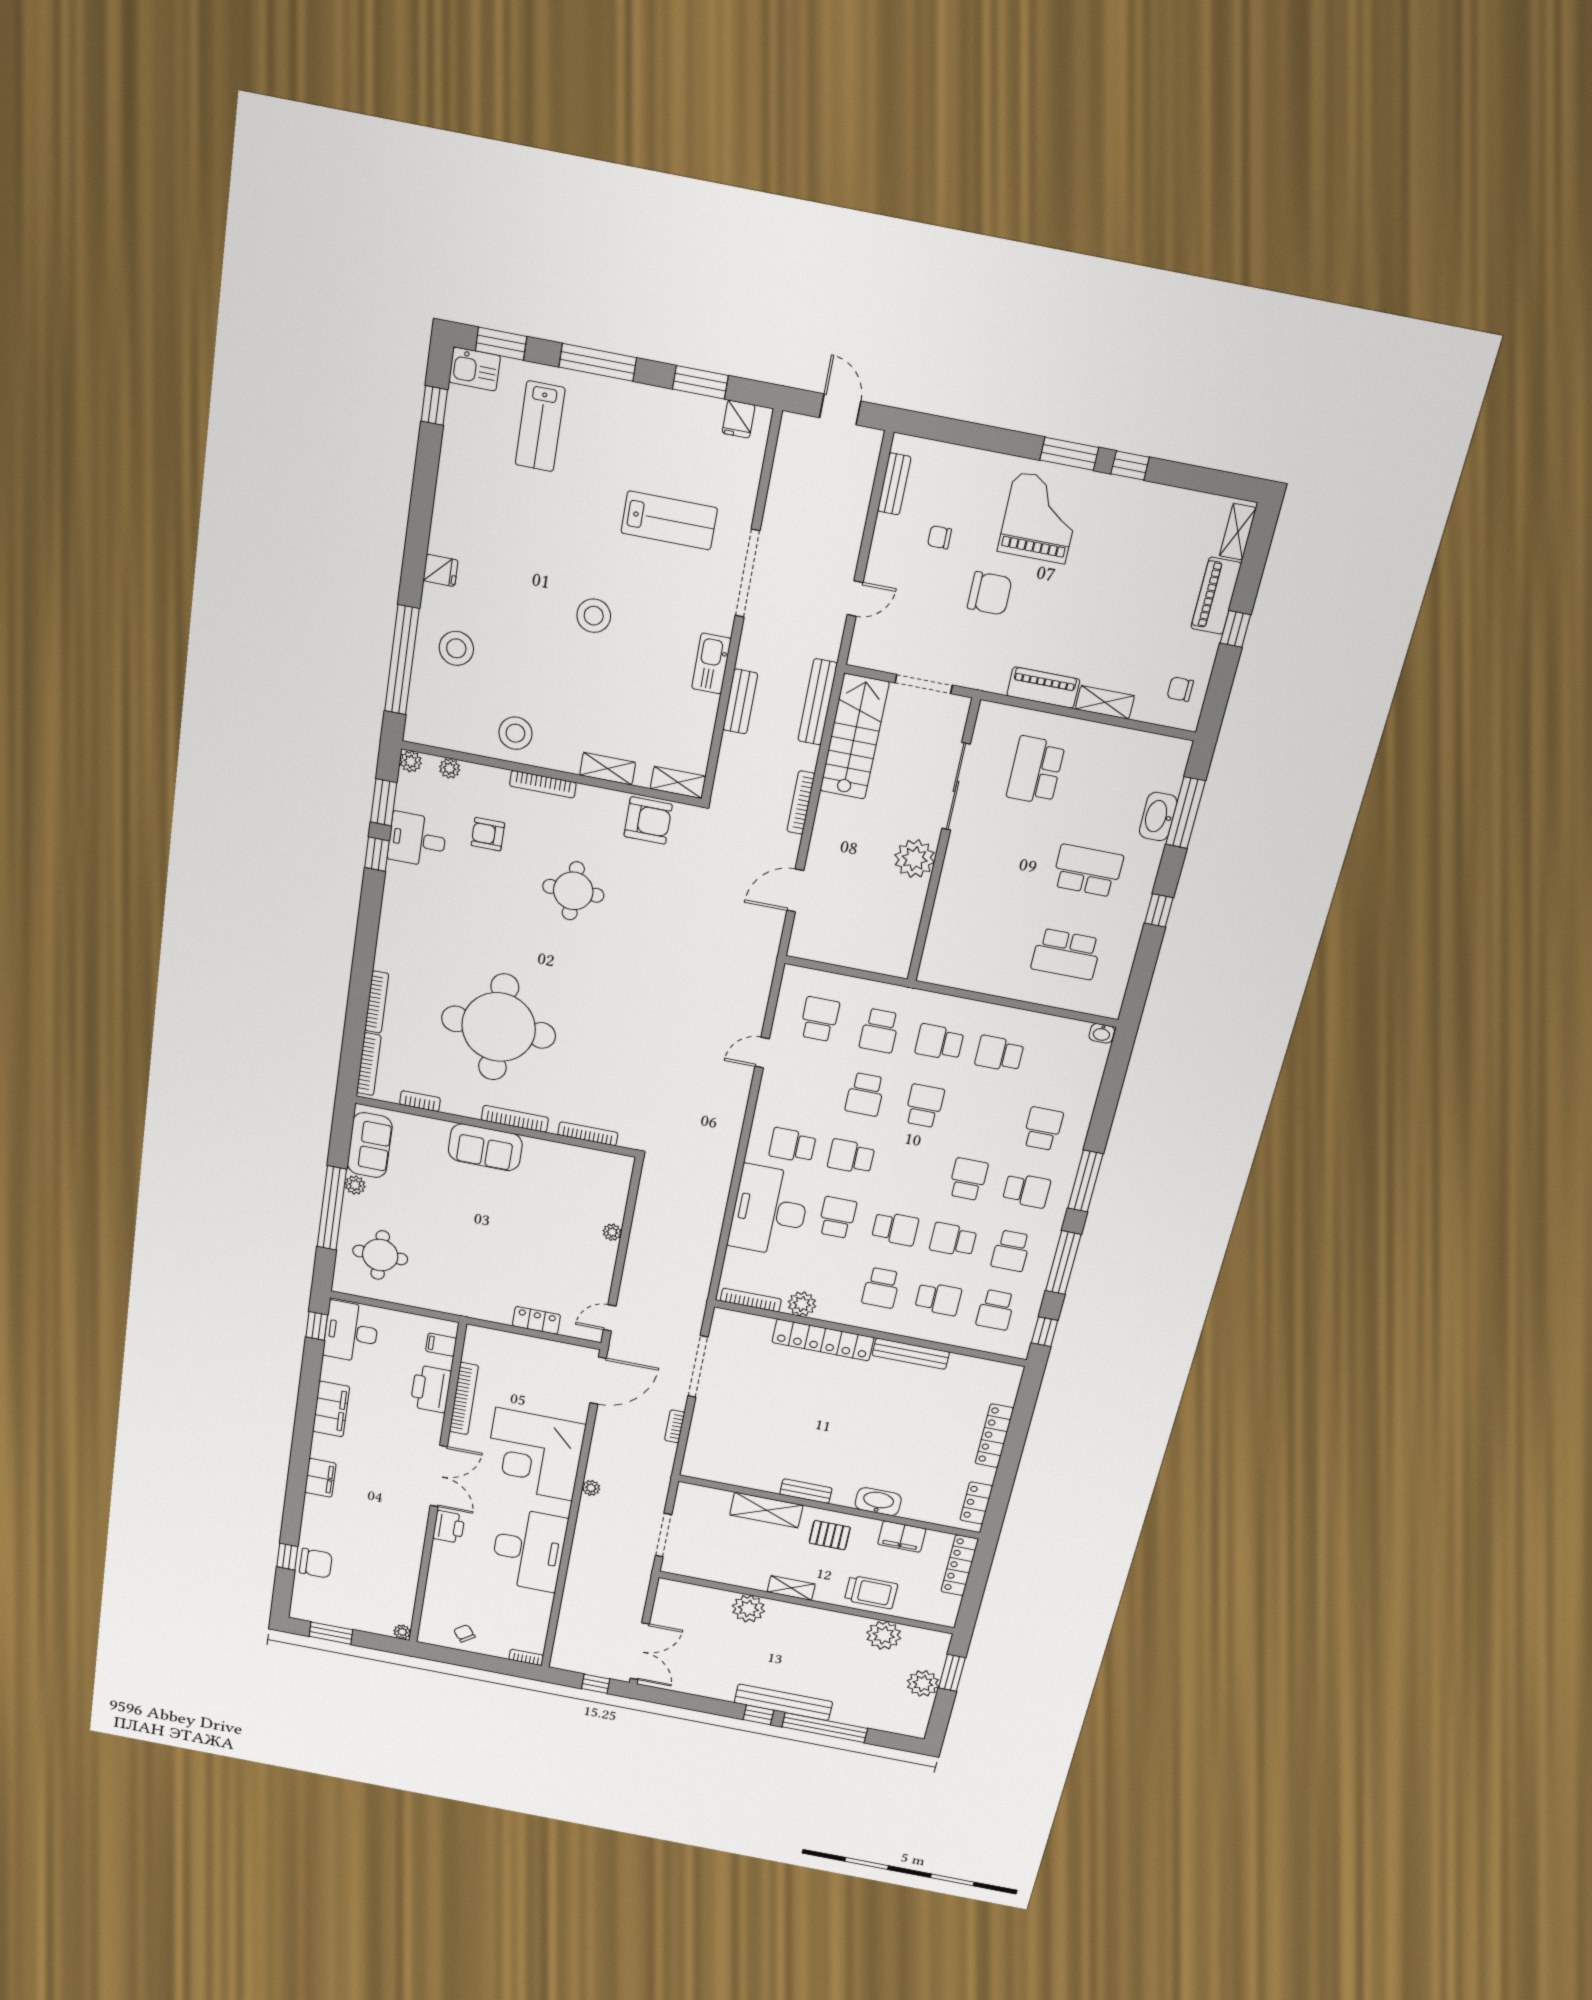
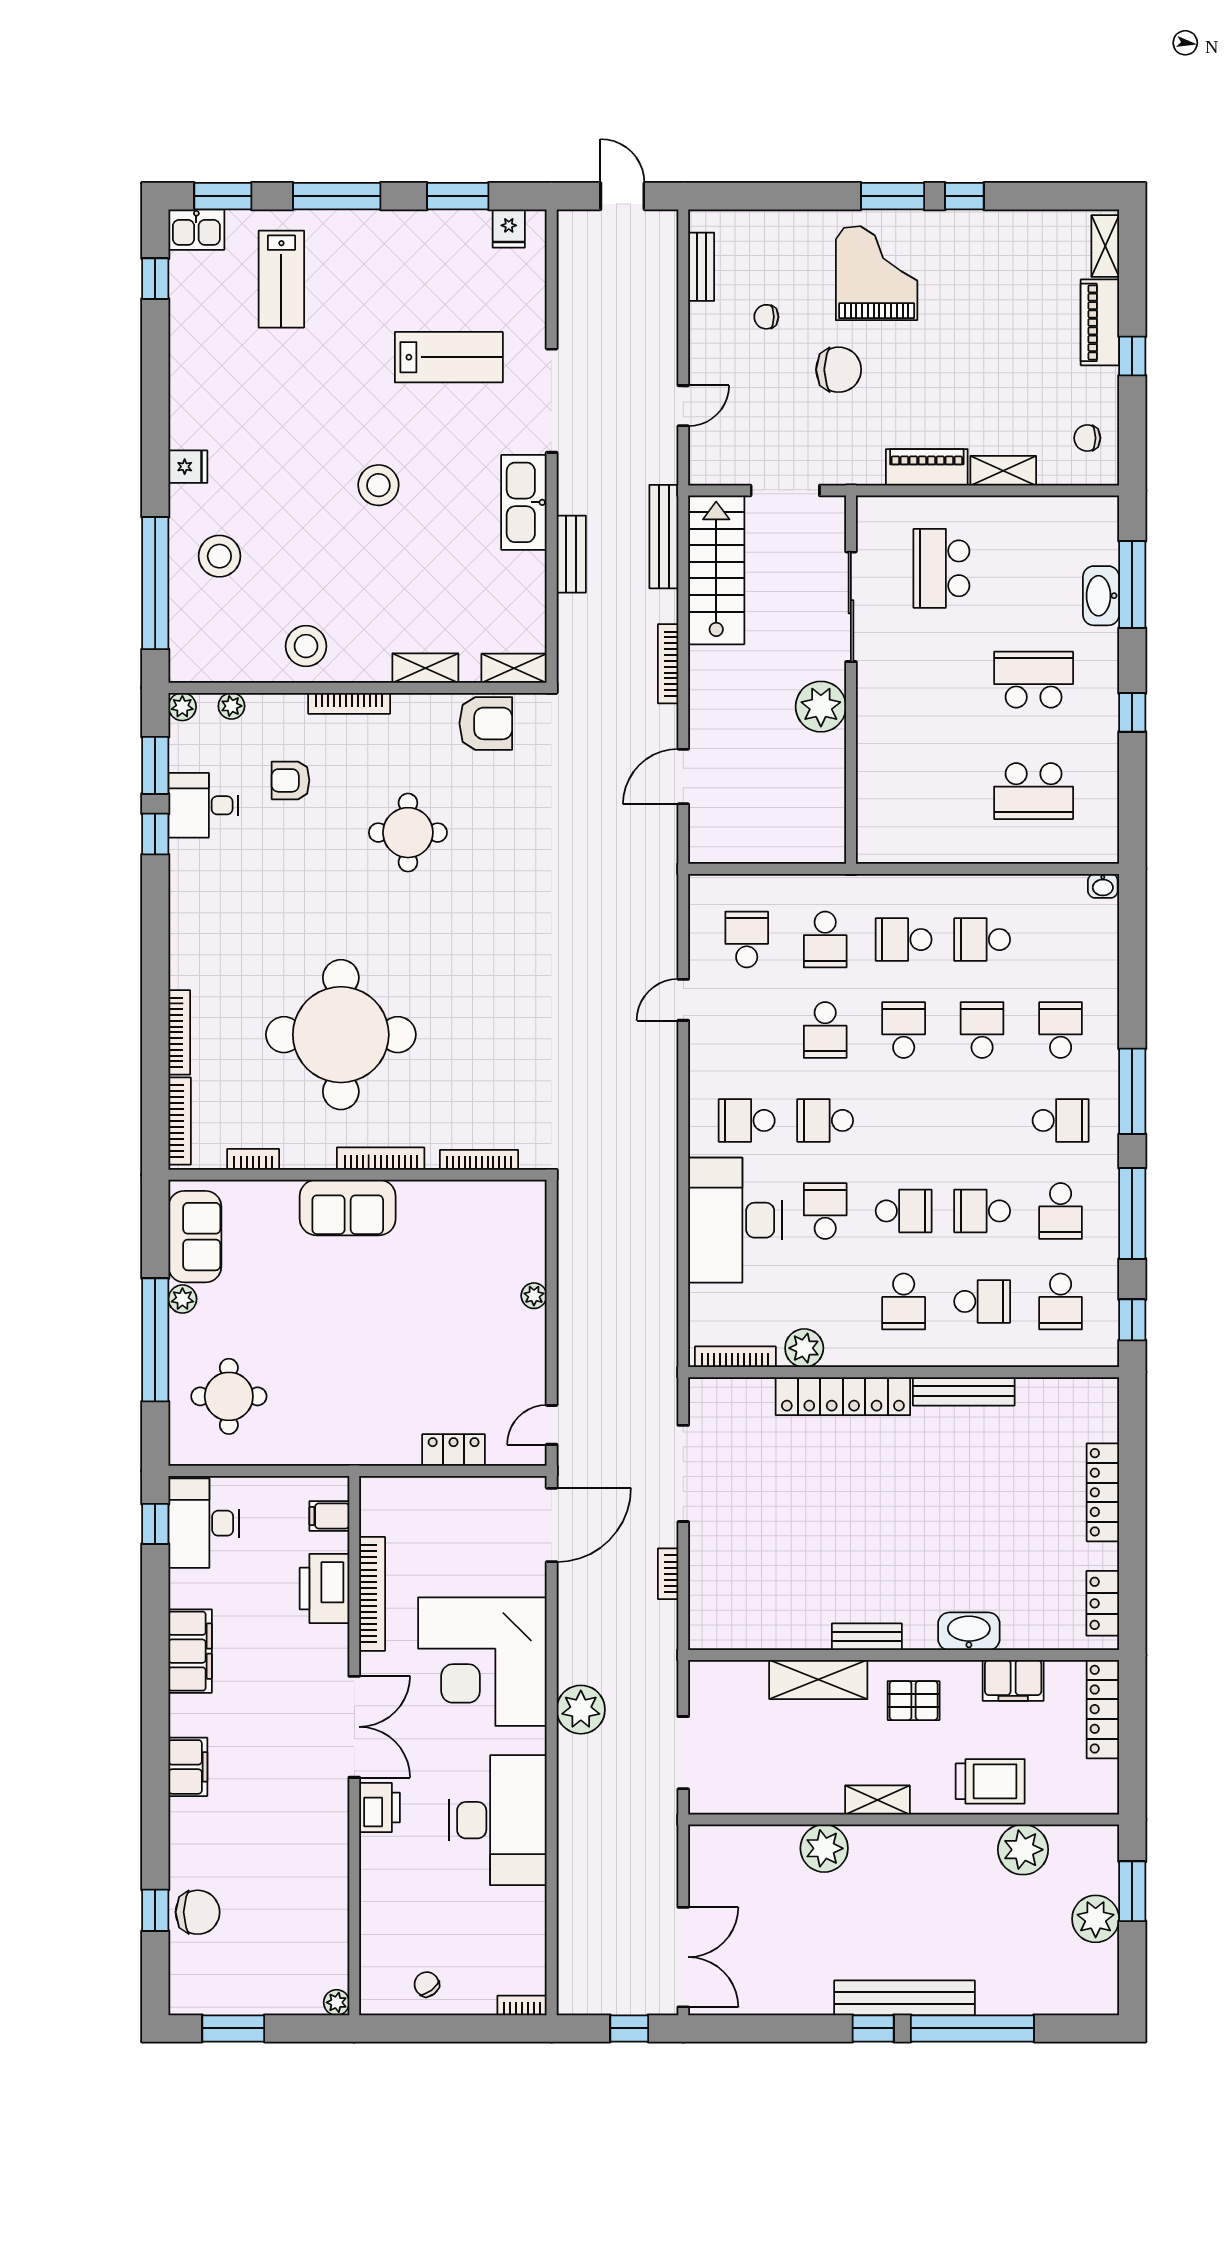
kitchen sink: (711, 663) -> (524, 502), width x1.36, depth x1.24
school desk: (968, 1179) -> (982, 1030), moved
plant: (591, 1488) -> (581, 1710), width x1.87, depth x1.87

